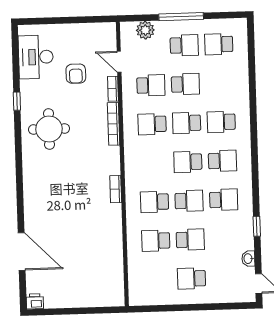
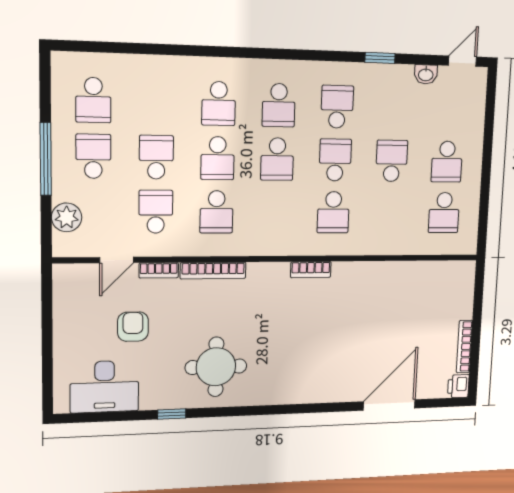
armchair: (76, 74) -> (133, 327), turned -90
school desk: (222, 161) -> (279, 105), turned 180
school desk: (156, 241) -> (444, 213), moved
bookcase: (63, 303) -> (464, 347), added

